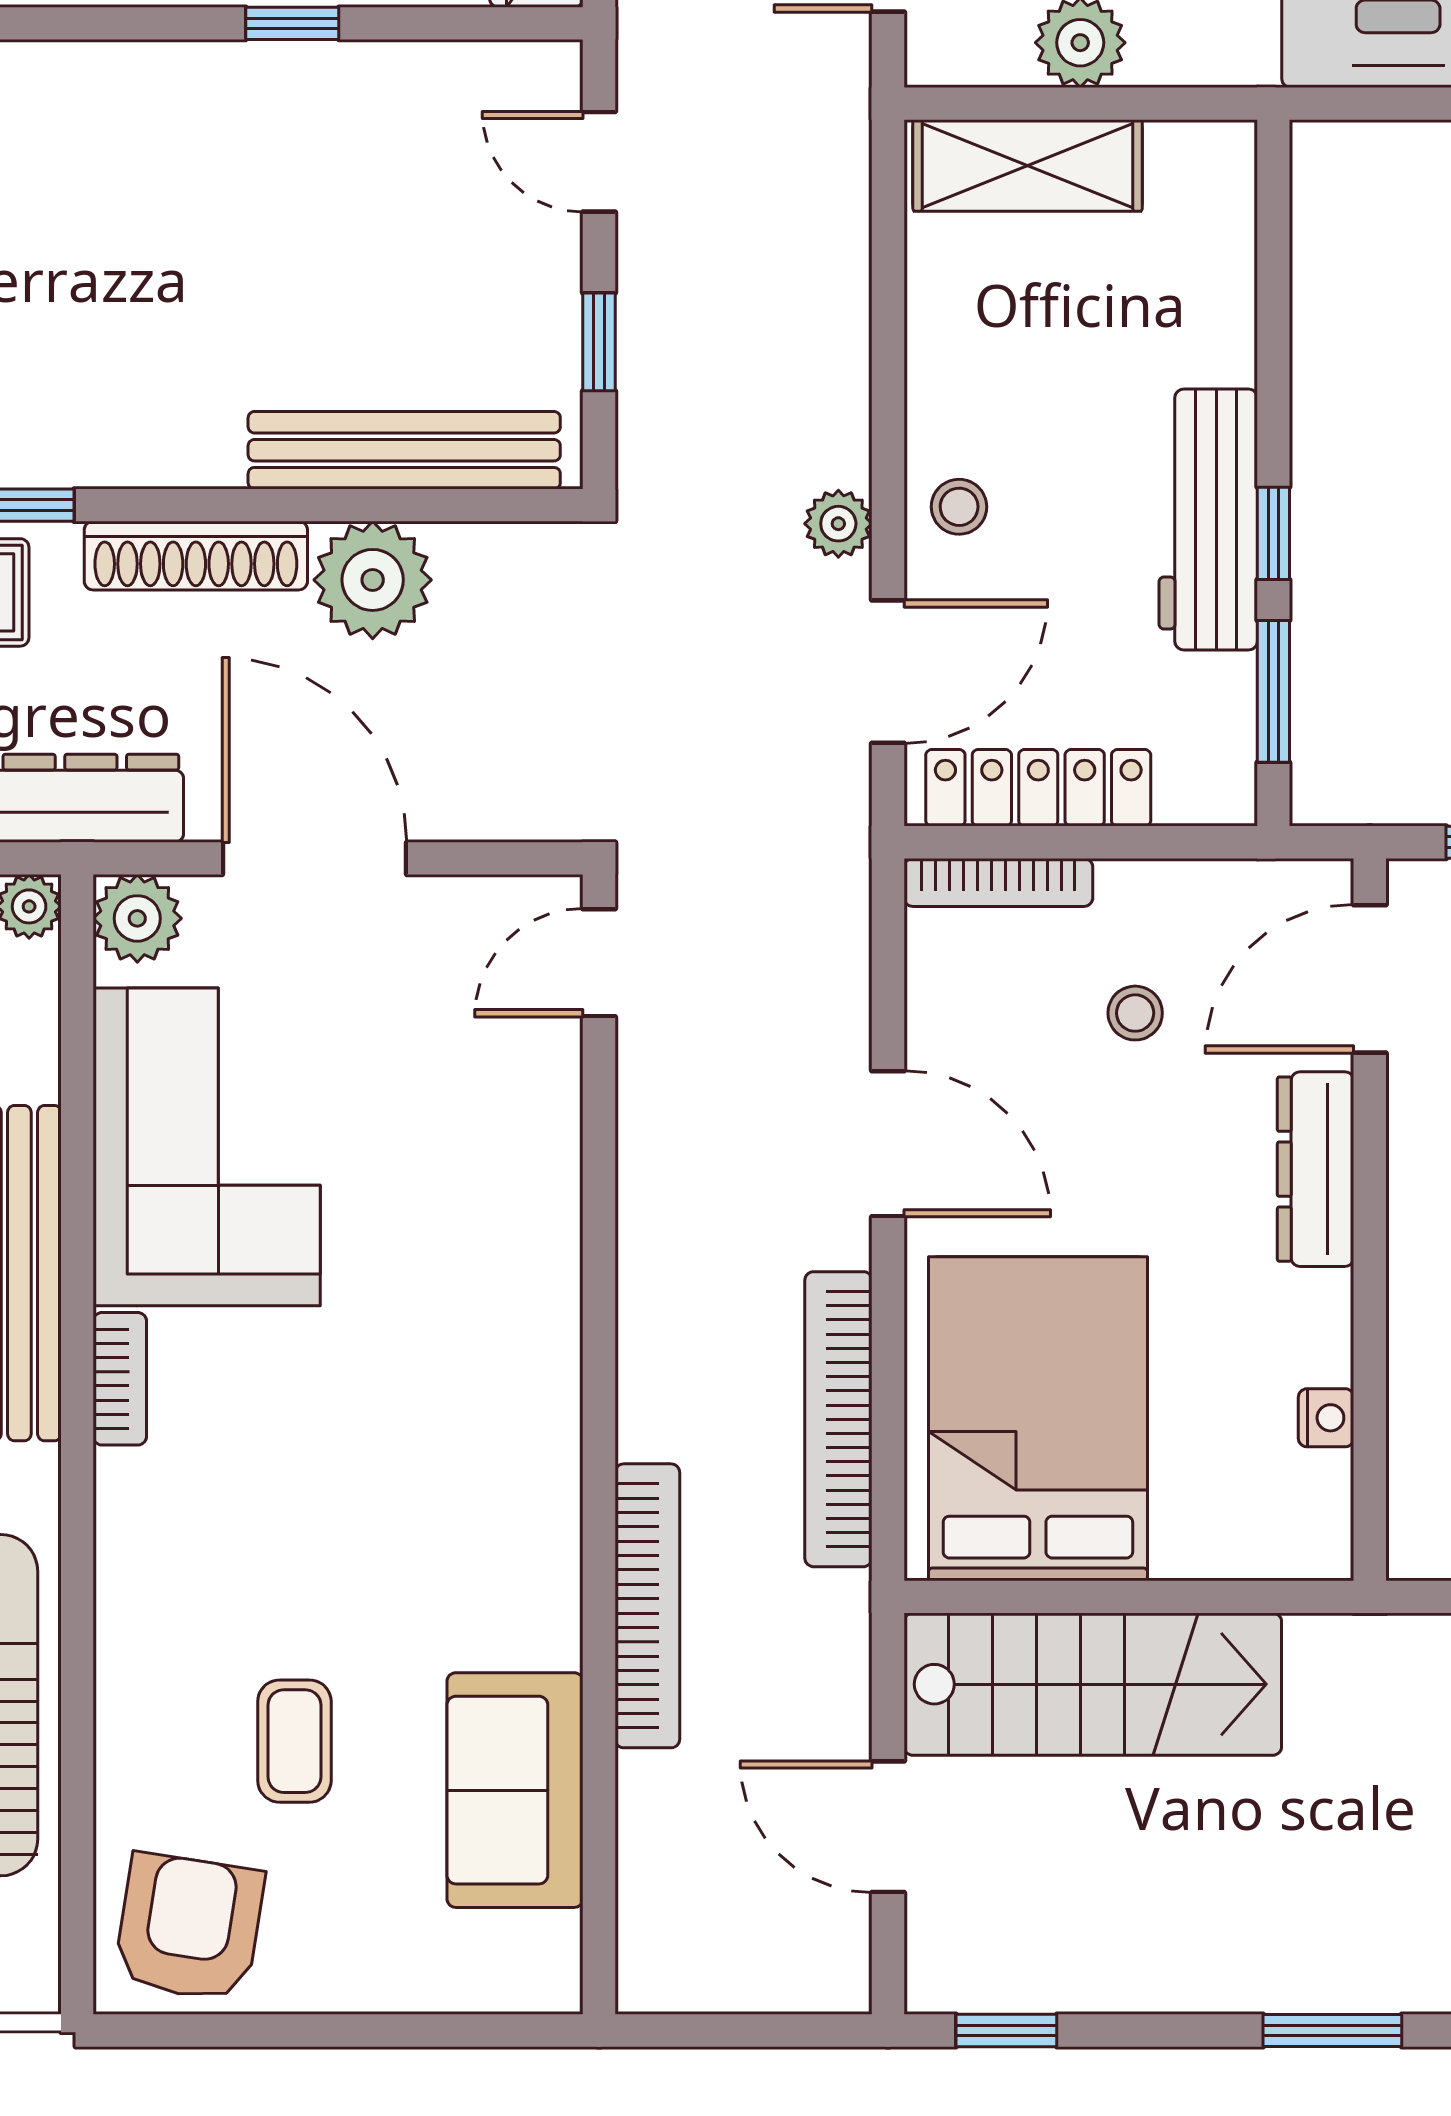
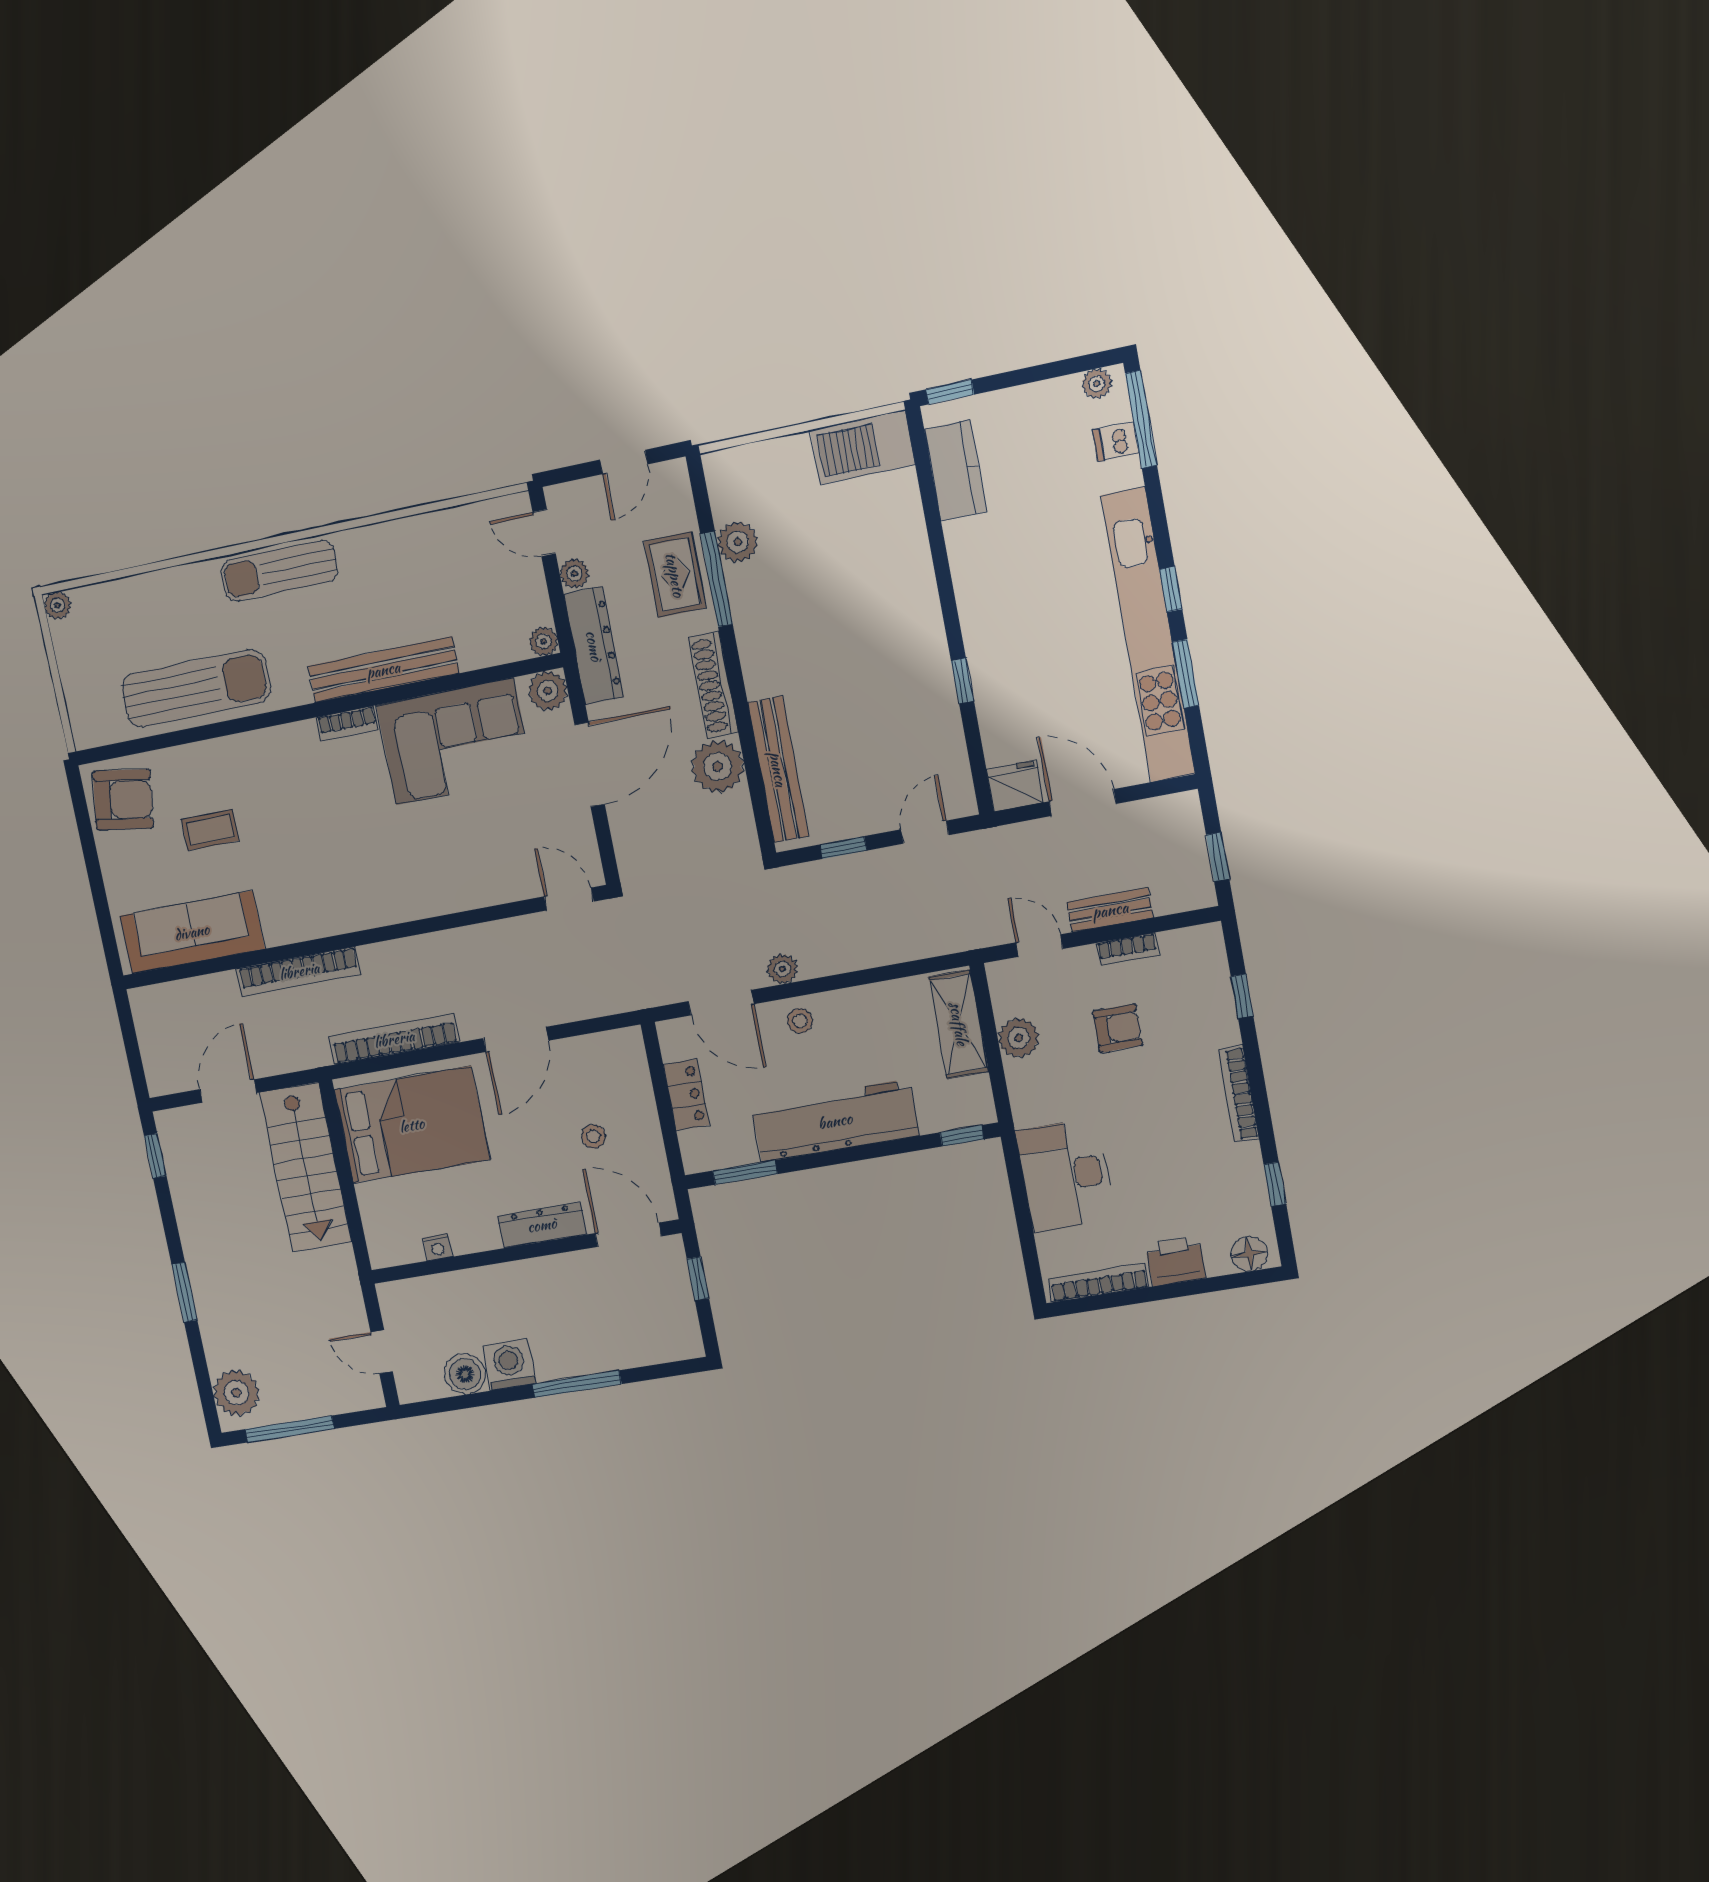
workbench: (1208, 519) -> (835, 1121), width x1.36, depth x1.32
window: (1273, 533) -> (962, 1136), moved
locker: (1038, 788) -> (686, 1095), width x0.66
bookcase: (998, 882) -> (638, 1067), removed
sofa: (515, 1790) -> (192, 932), width x1.36

